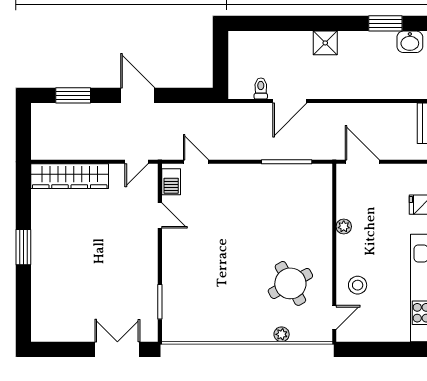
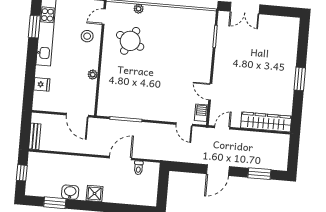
washbasin: (410, 42) -> (70, 192), moved
door: (138, 95) -> (218, 170), hinge flipped
round table: (290, 283) -> (130, 41), turned -35

